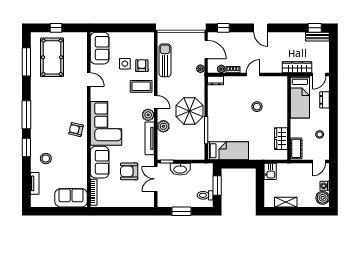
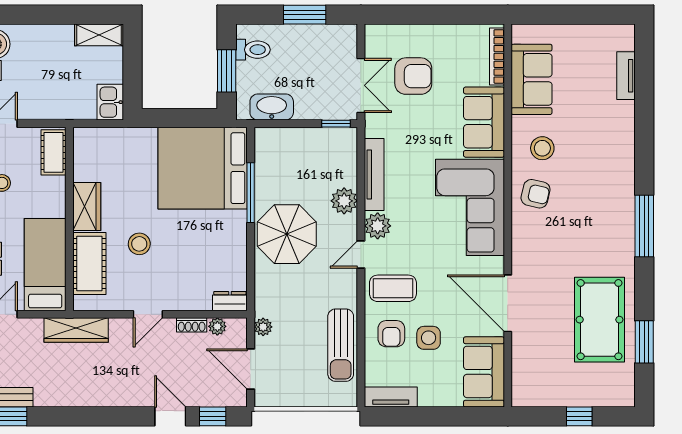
door: (261, 28) -> (170, 416), moved
tv unit: (142, 37) -> (391, 397), added
pool table: (52, 57) -> (600, 320), moved
window: (26, 62) -> (644, 342), width x0.69
wardrobe: (297, 67) -> (76, 330), moved
door: (89, 80) -> (508, 303), width x1.87
cot: (280, 98) -> (89, 264), added
door: (156, 102) -> (361, 254), hinge flipped
wardrobe: (281, 139) -> (87, 207), moved
window: (26, 148) -> (644, 154), removed
bed: (228, 151) -> (203, 168), width x2.04
stool: (46, 159) -> (542, 148), moved
washbasin: (180, 169) -> (272, 107), moved
armchair: (129, 171) -> (413, 76), moved
sofa: (71, 198) -> (532, 79), moved, turned -90
shelving: (286, 202) -> (99, 35), moved

